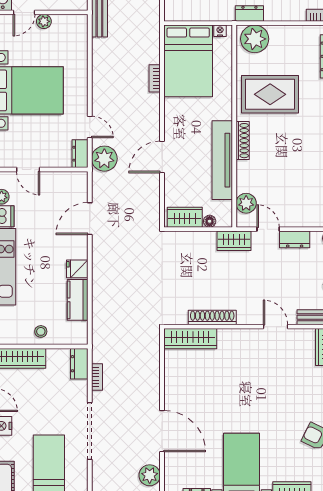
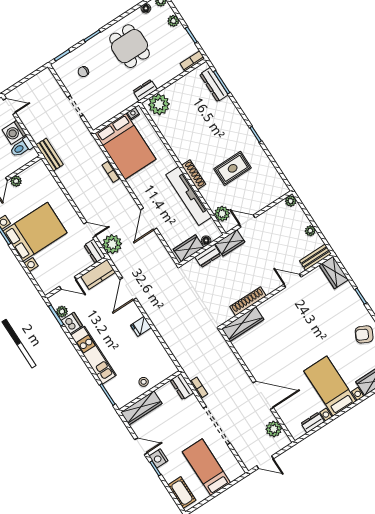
rug: (270, 94) -> (233, 168), moved, width x0.73, depth x0.70
dresser: (295, 239) -> (208, 256), moved
kitchen counter: (78, 300) -> (98, 274), moved, turned -90

